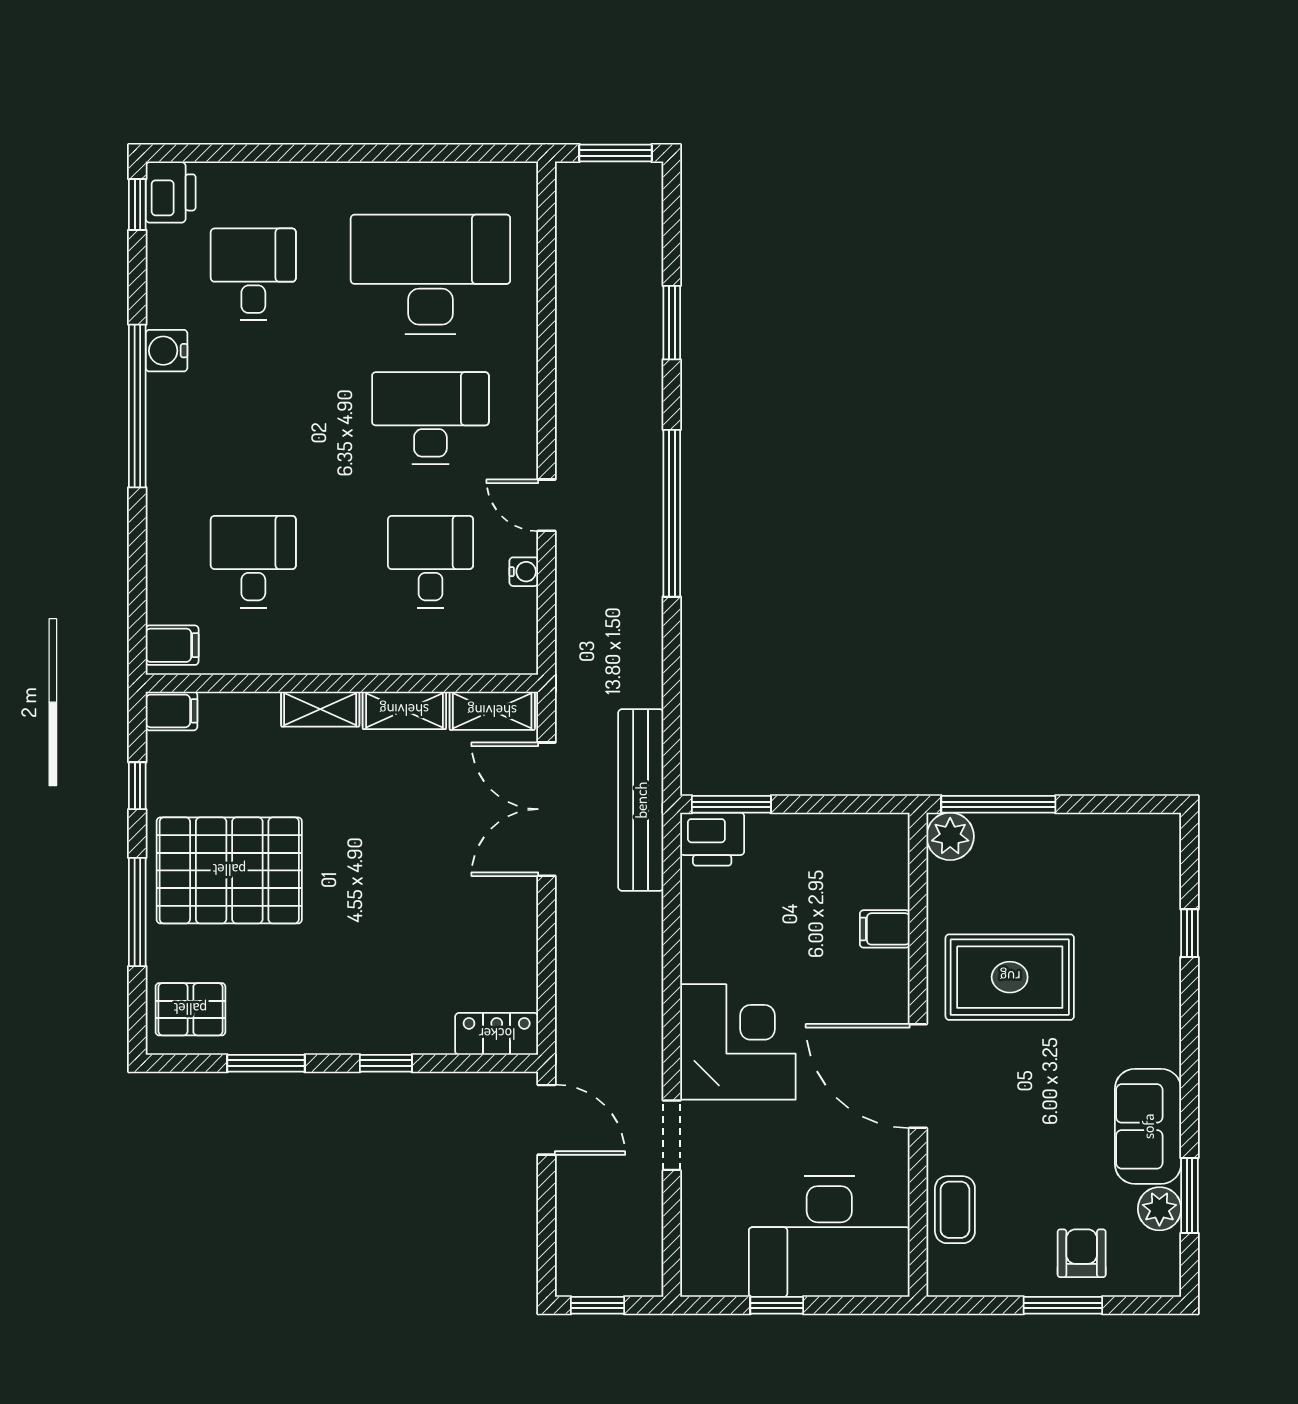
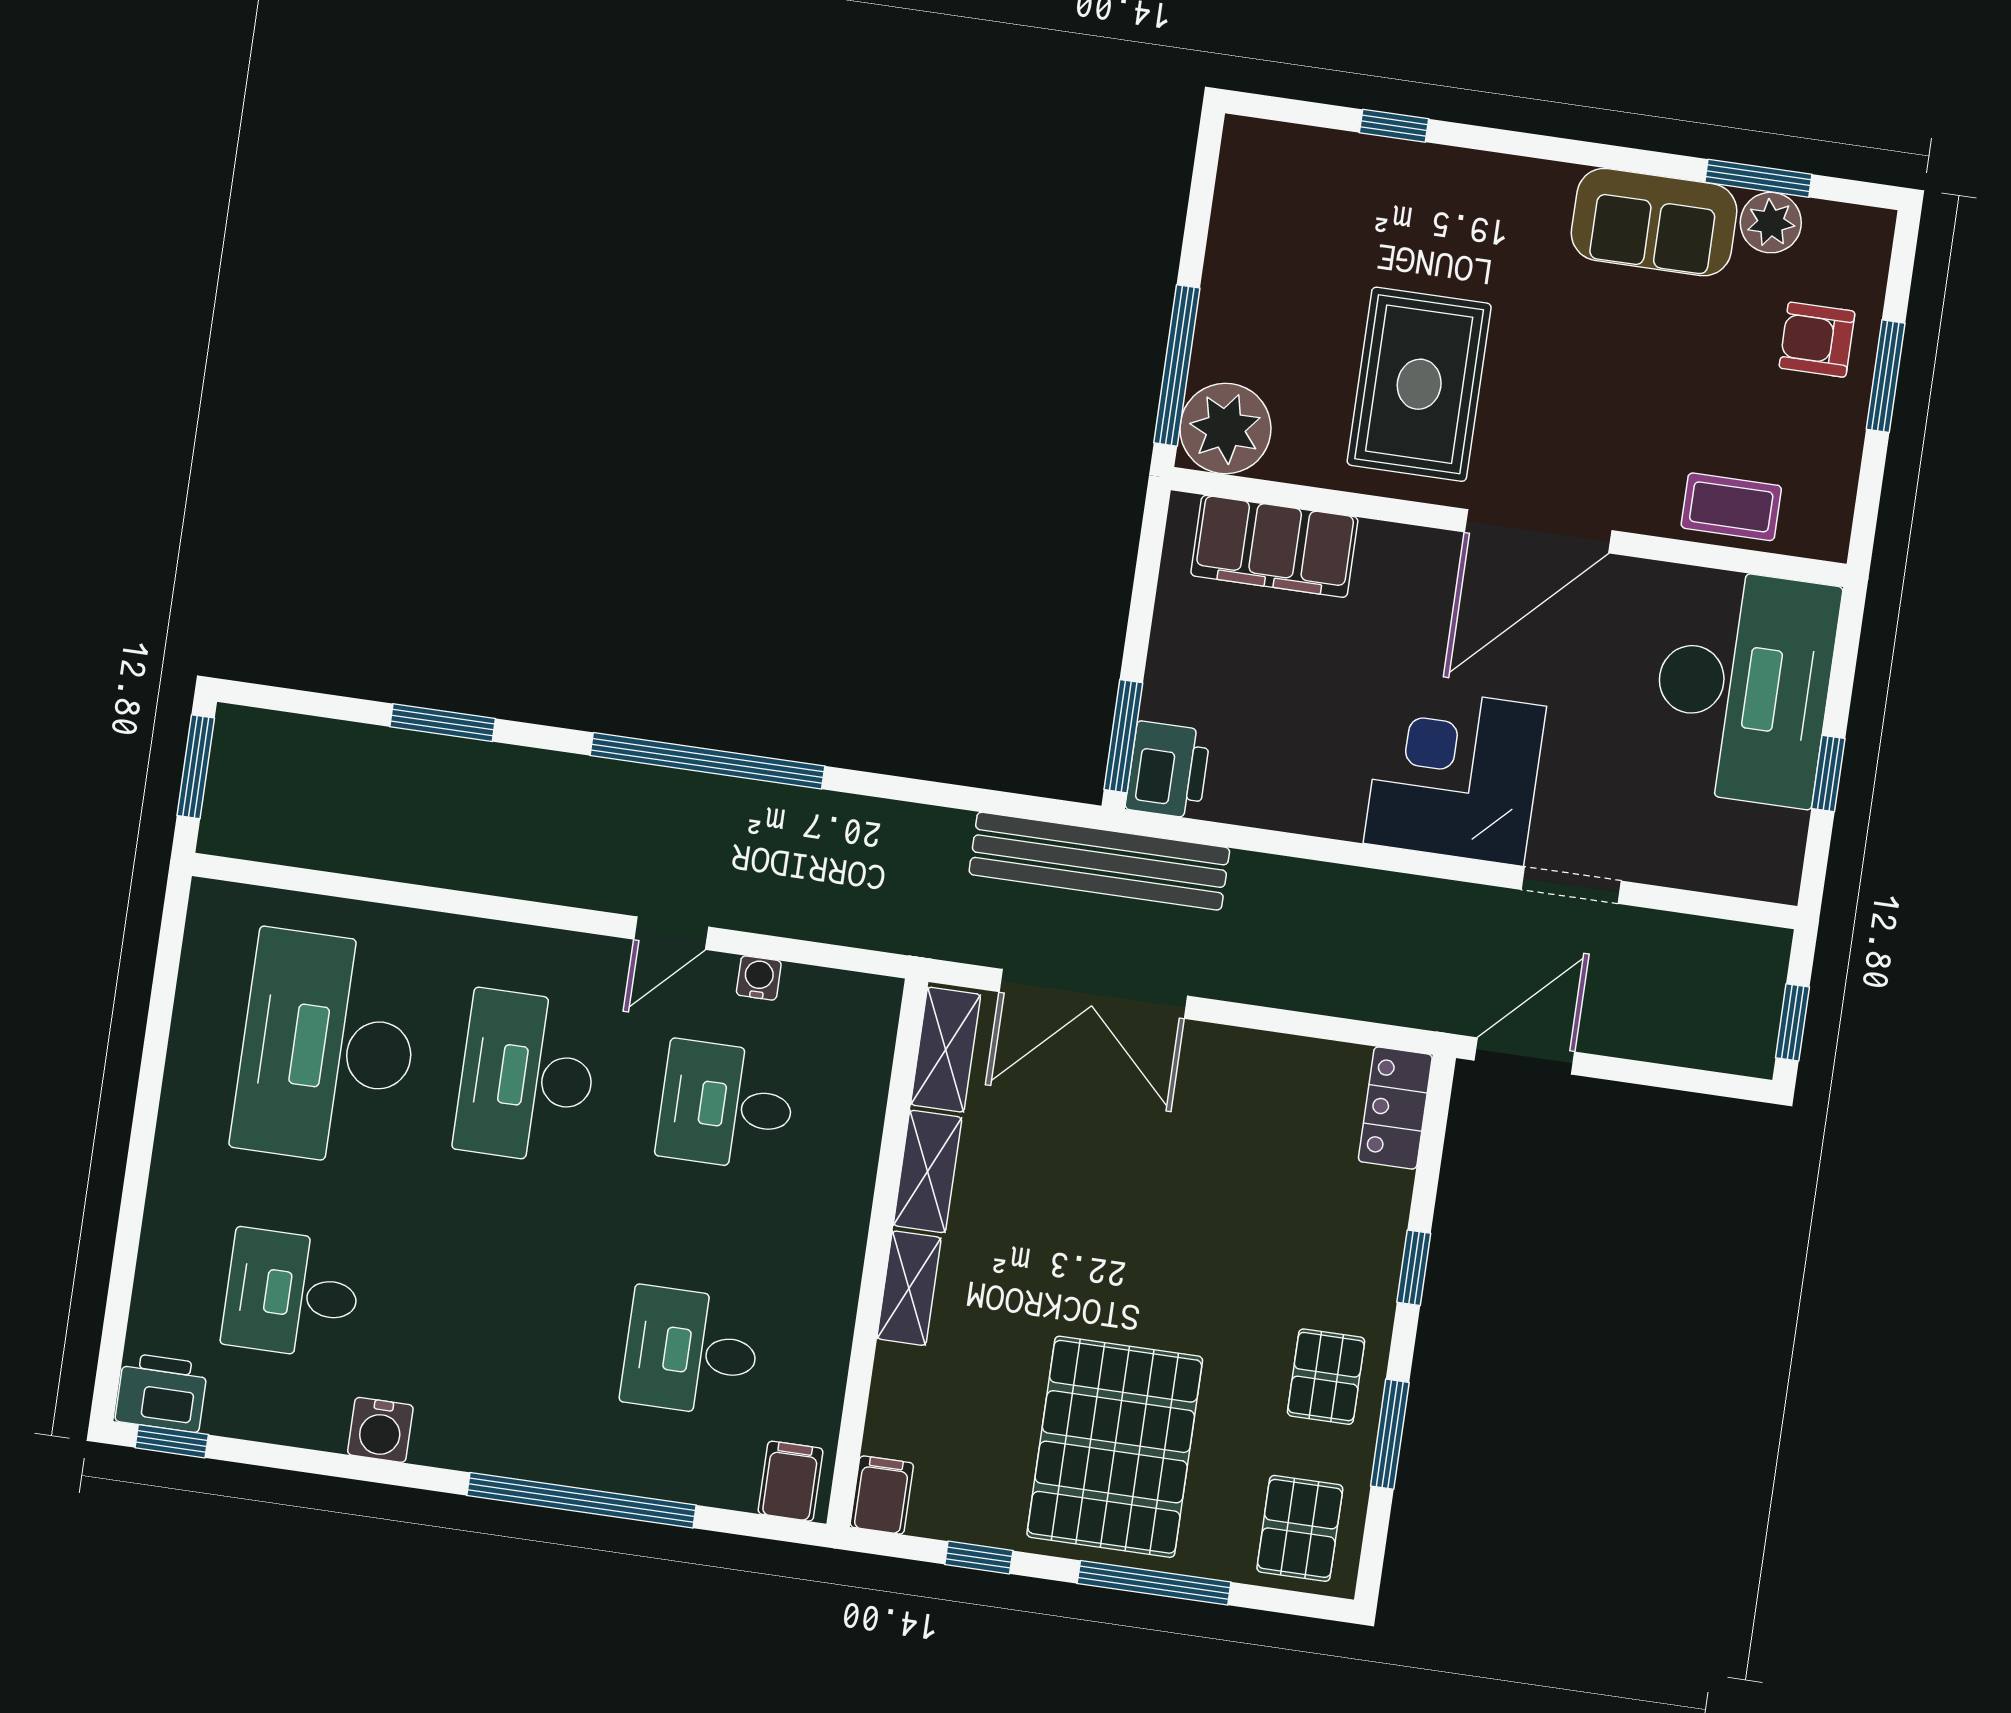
window: (137, 406) -> (581, 1500), moved
plant: (950, 836) -> (1225, 429), width x1.36, depth x1.36
filing cabinet: (885, 929) -> (1274, 546), width x3.00, depth x1.17
pallet: (300, 1012) -> (1326, 1377), added

